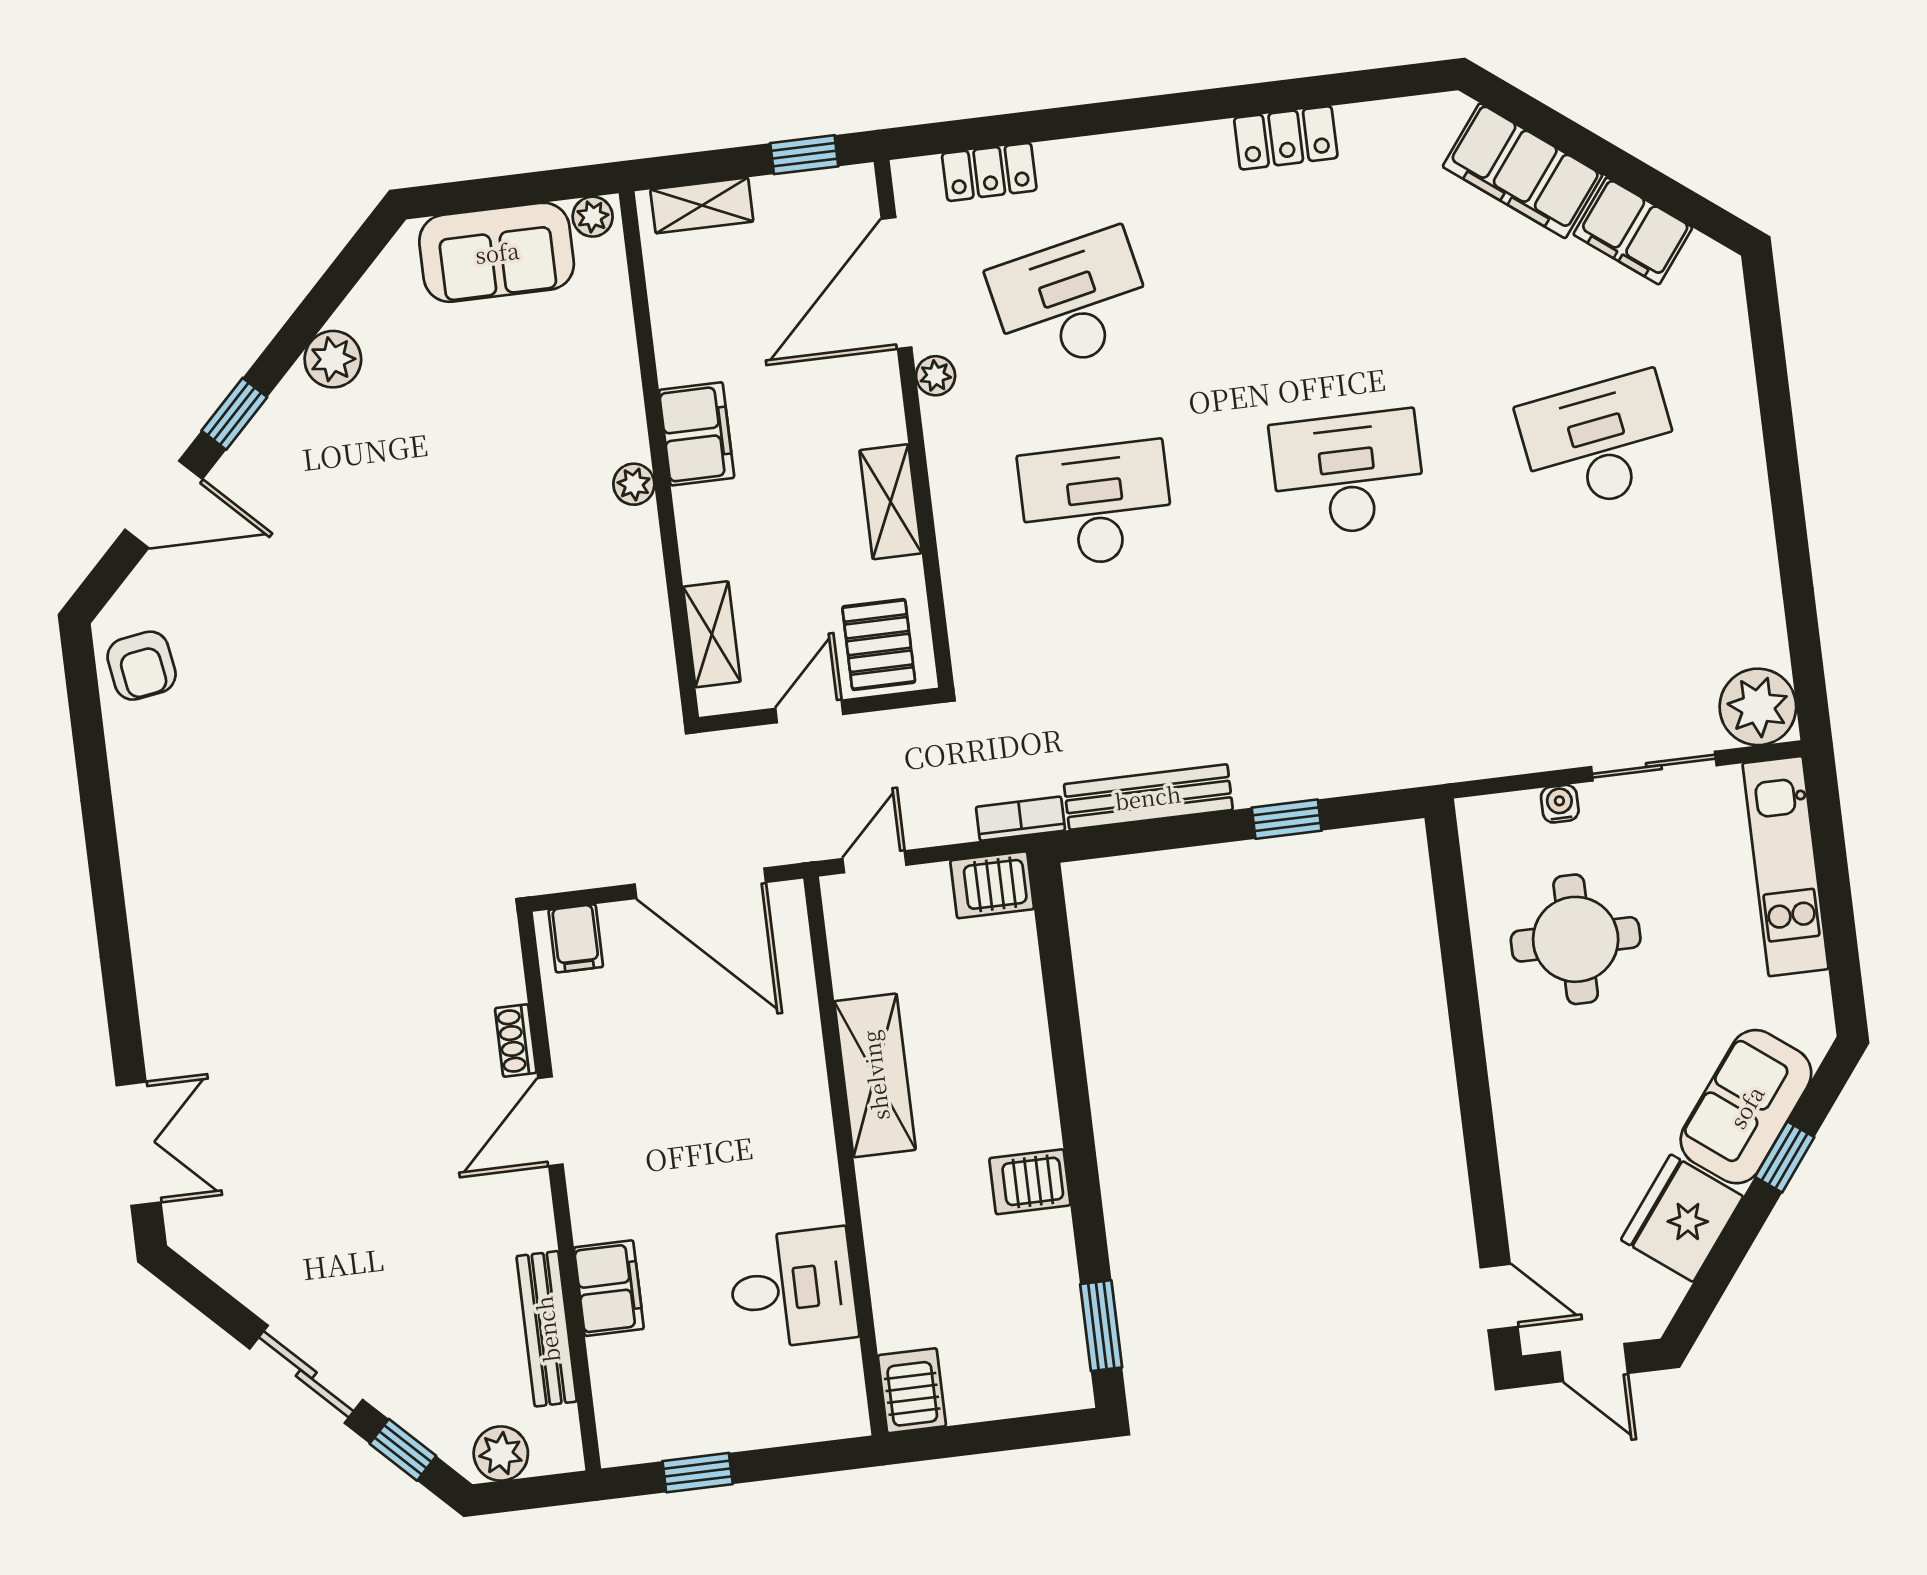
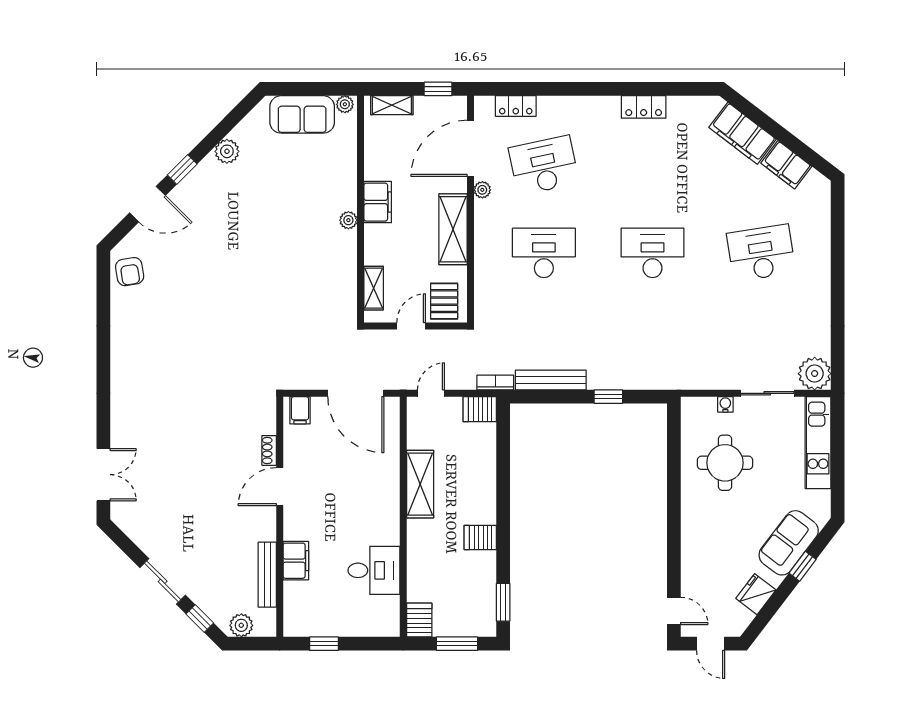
shelving: (891, 502) -> (453, 229), width x1.50, depth x1.33
fridge: (1682, 1218) -> (756, 594), width x0.73, depth x0.75
window: (1006, 1435) -> (457, 644), added

